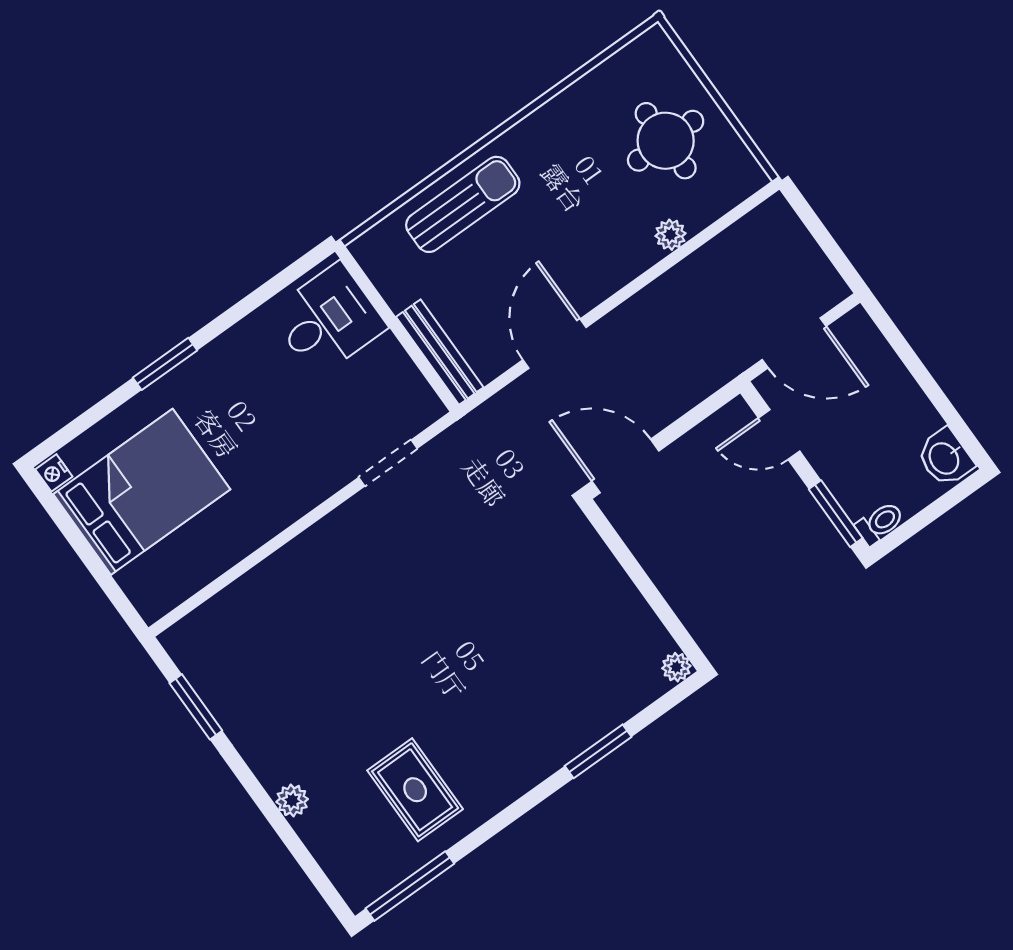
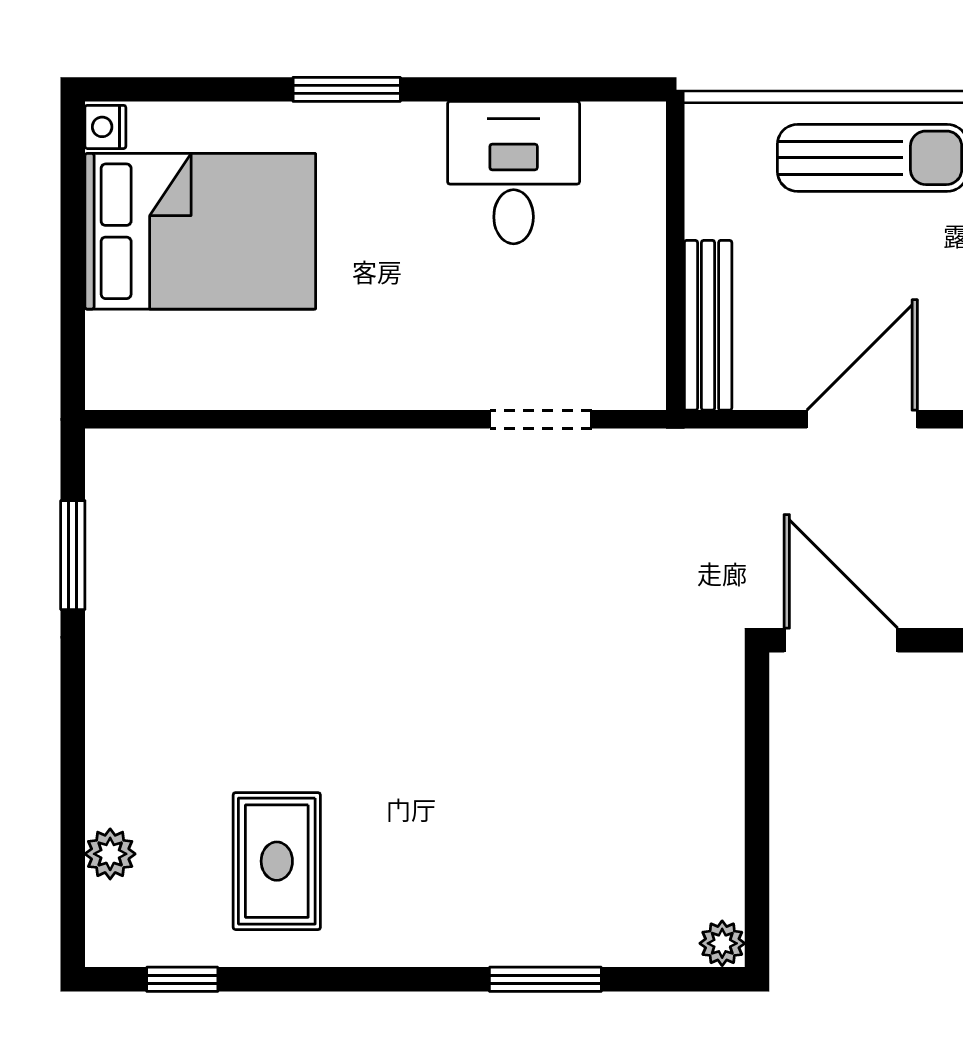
desk: (328, 320) -> (514, 173), moved, turned -90
plant: (292, 800) -> (110, 854), moved
window: (410, 886) -> (182, 979), width x0.46

